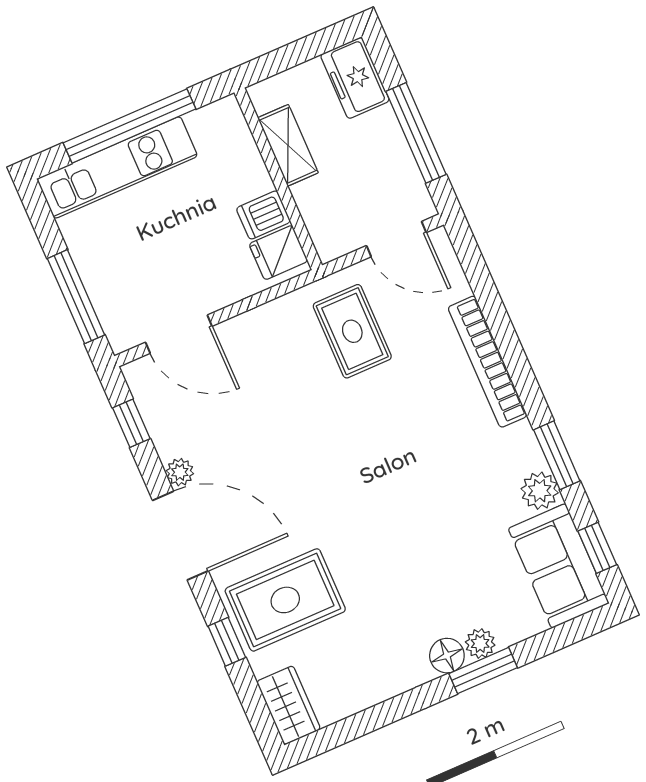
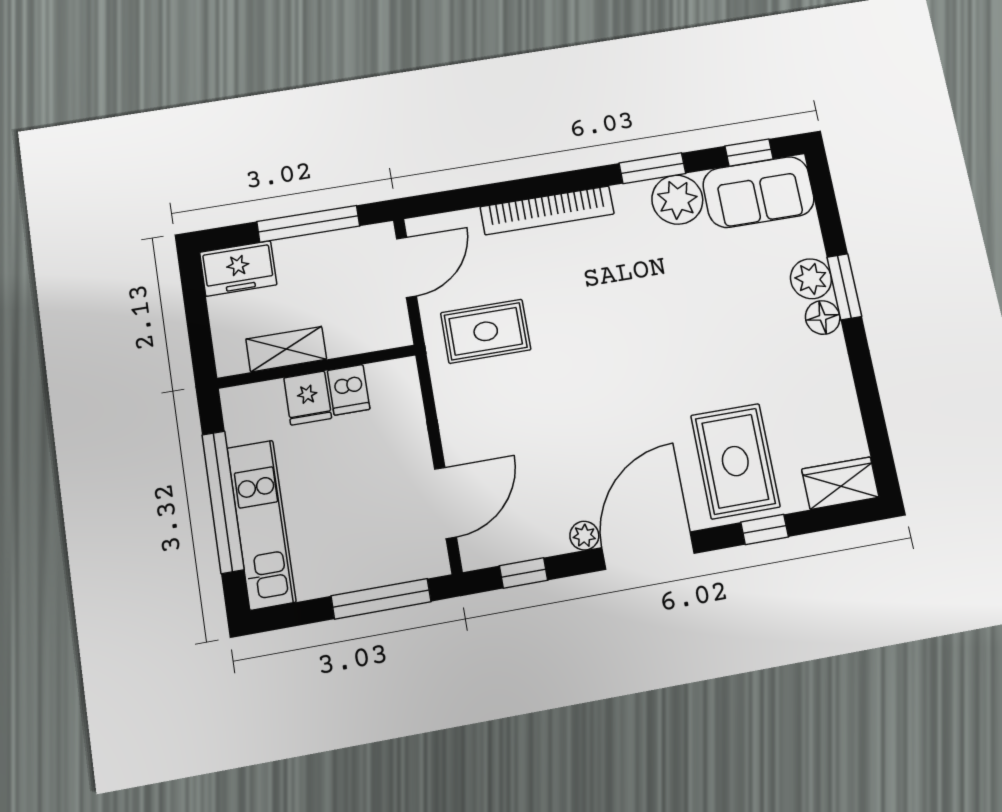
fridge: (278, 253) -> (308, 398), moved
plant: (540, 491) -> (677, 200), width x1.36, depth x1.36
plant: (480, 643) -> (811, 279), width x1.38, depth x1.38

